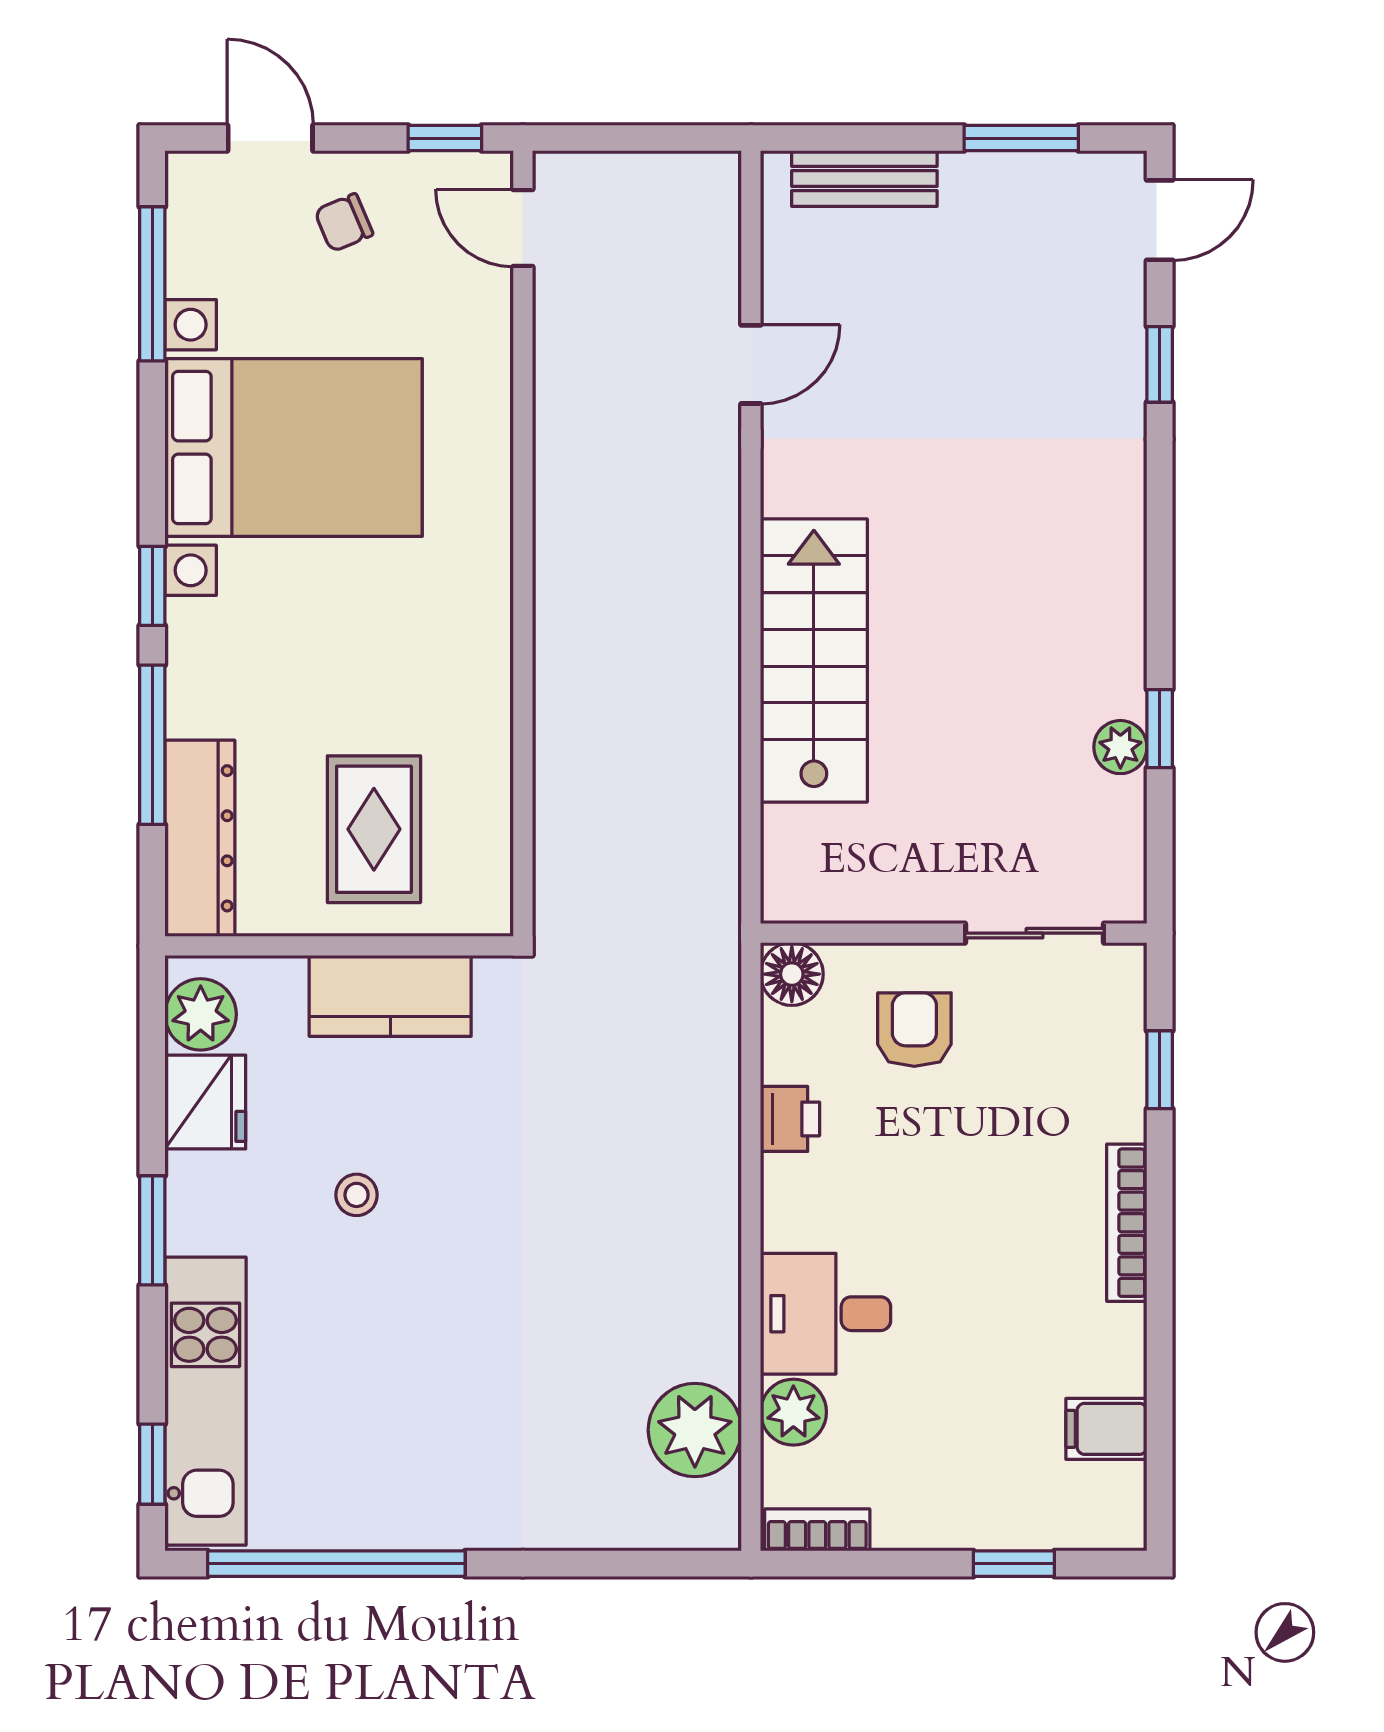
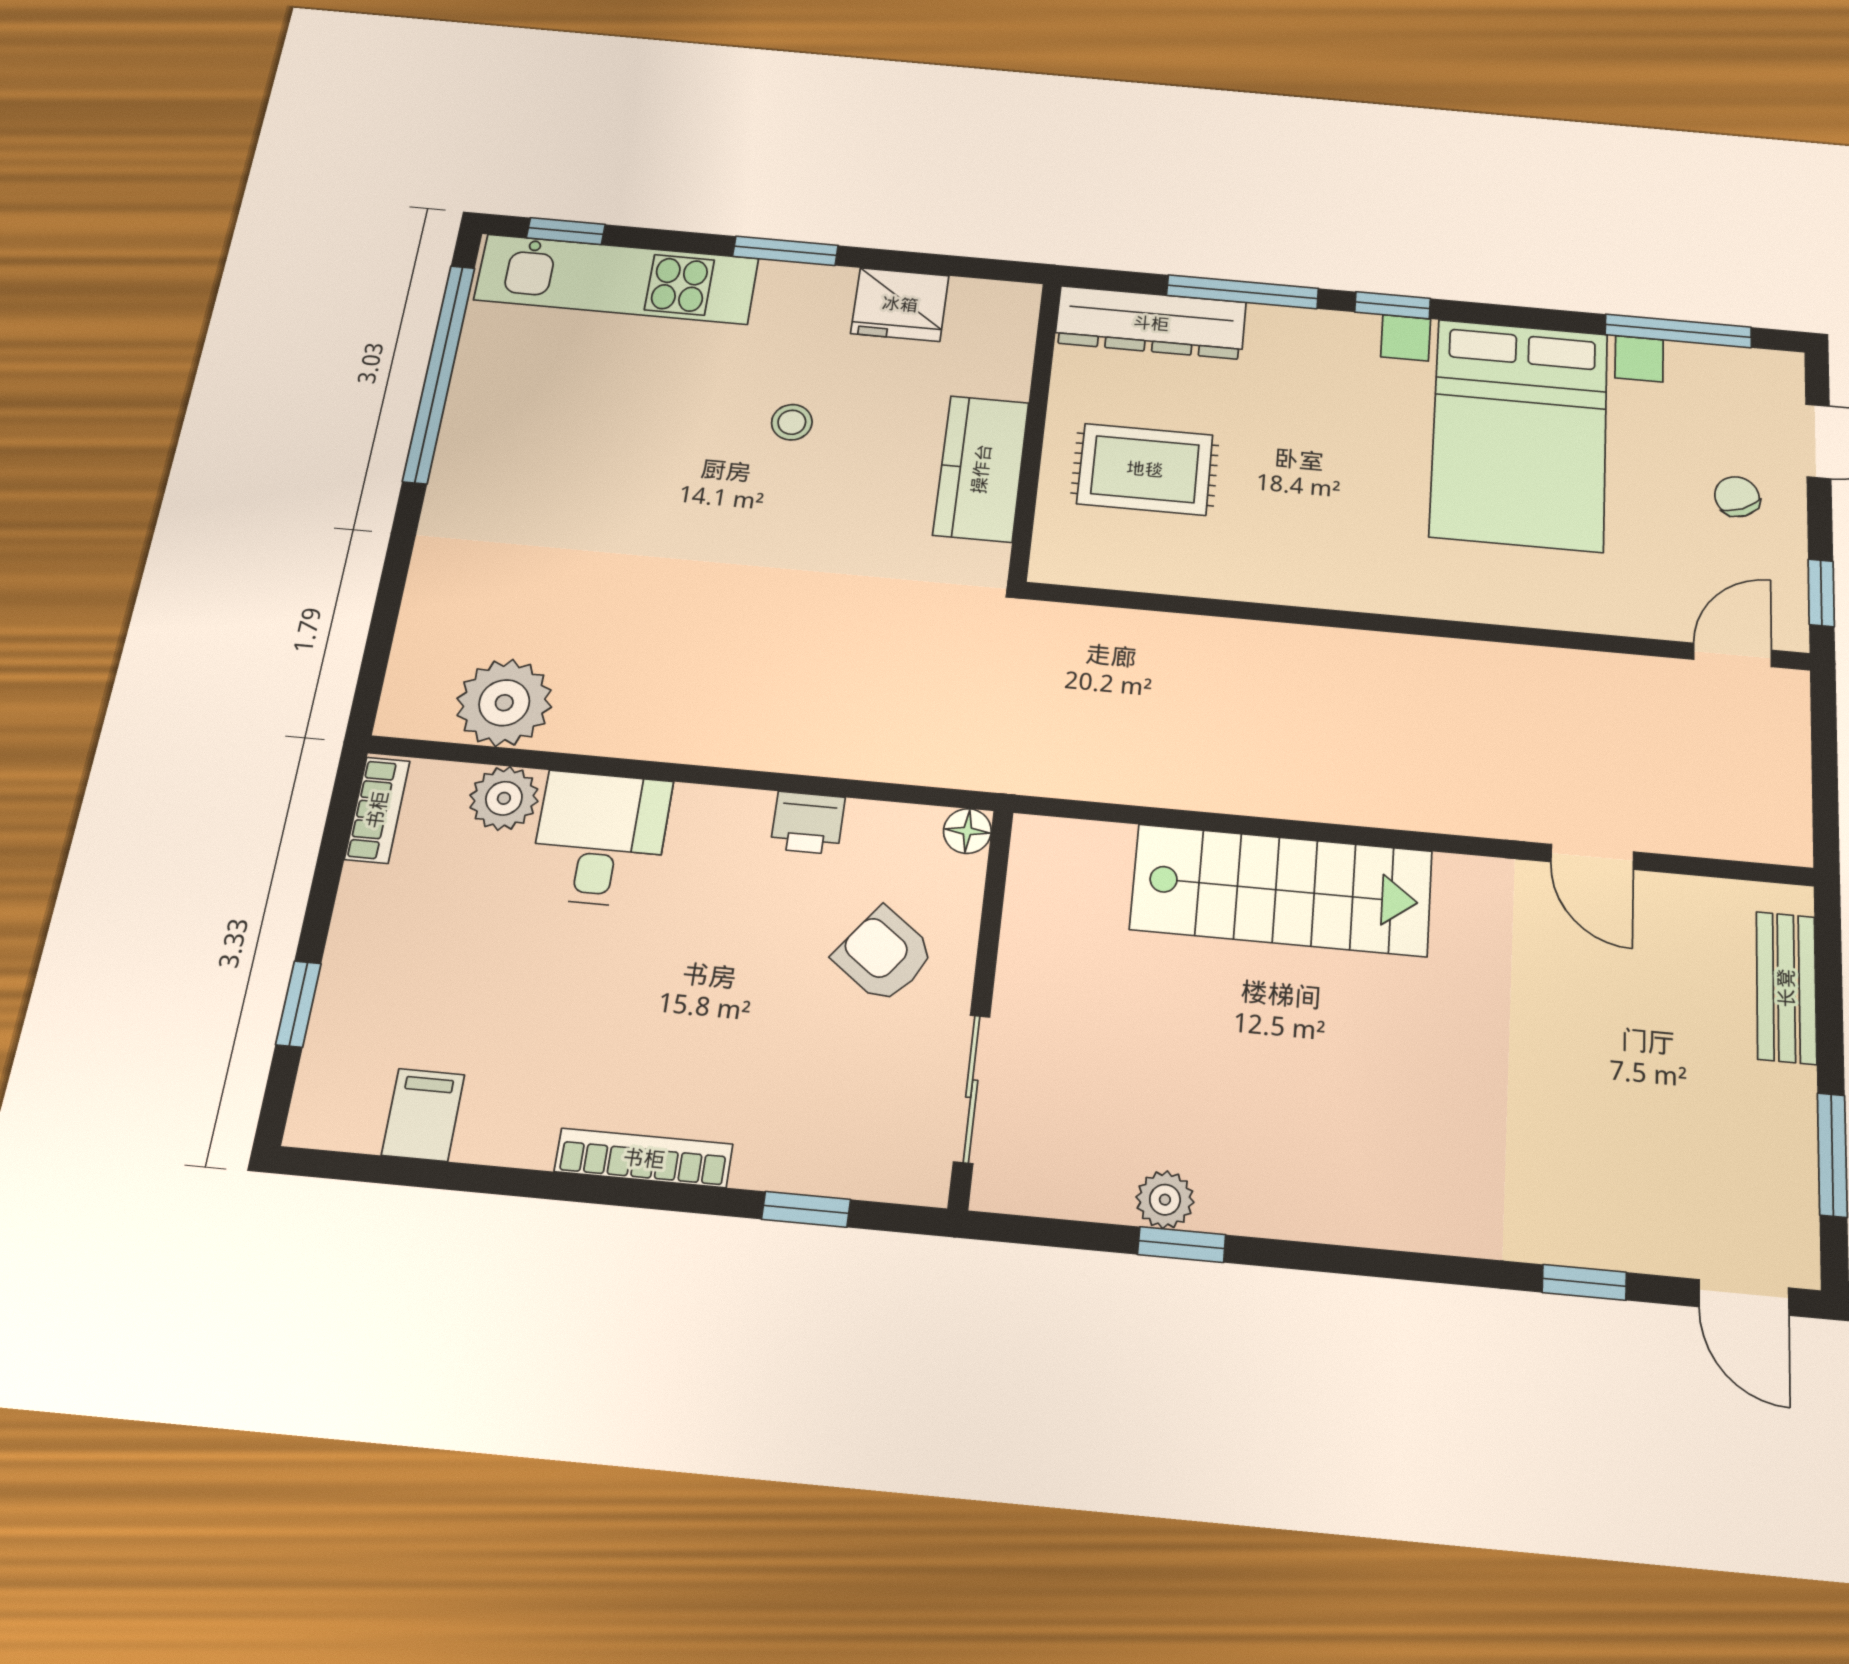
floor lamp: (792, 974) -> (967, 831), width x0.73, depth x0.73
plant: (201, 1014) -> (984, 308), removed
armchair: (914, 1030) -> (884, 955), turned -143

